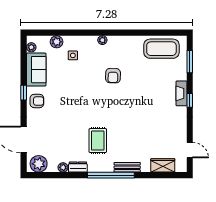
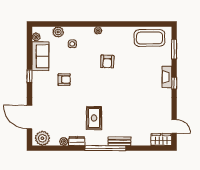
armchair: (37, 101) -> (64, 80), moved
wardrobe: (163, 165) -> (161, 140), moved

